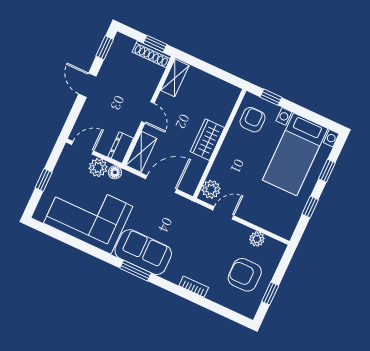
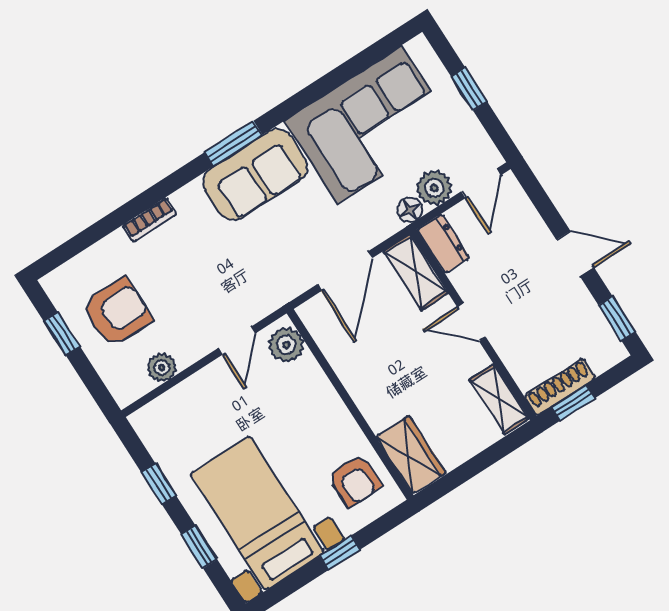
window: (271, 97) -> (340, 553), moved
wardrobe: (207, 140) -> (411, 455), moved

